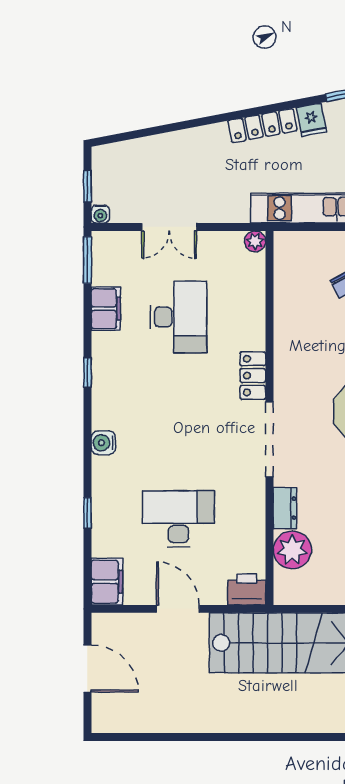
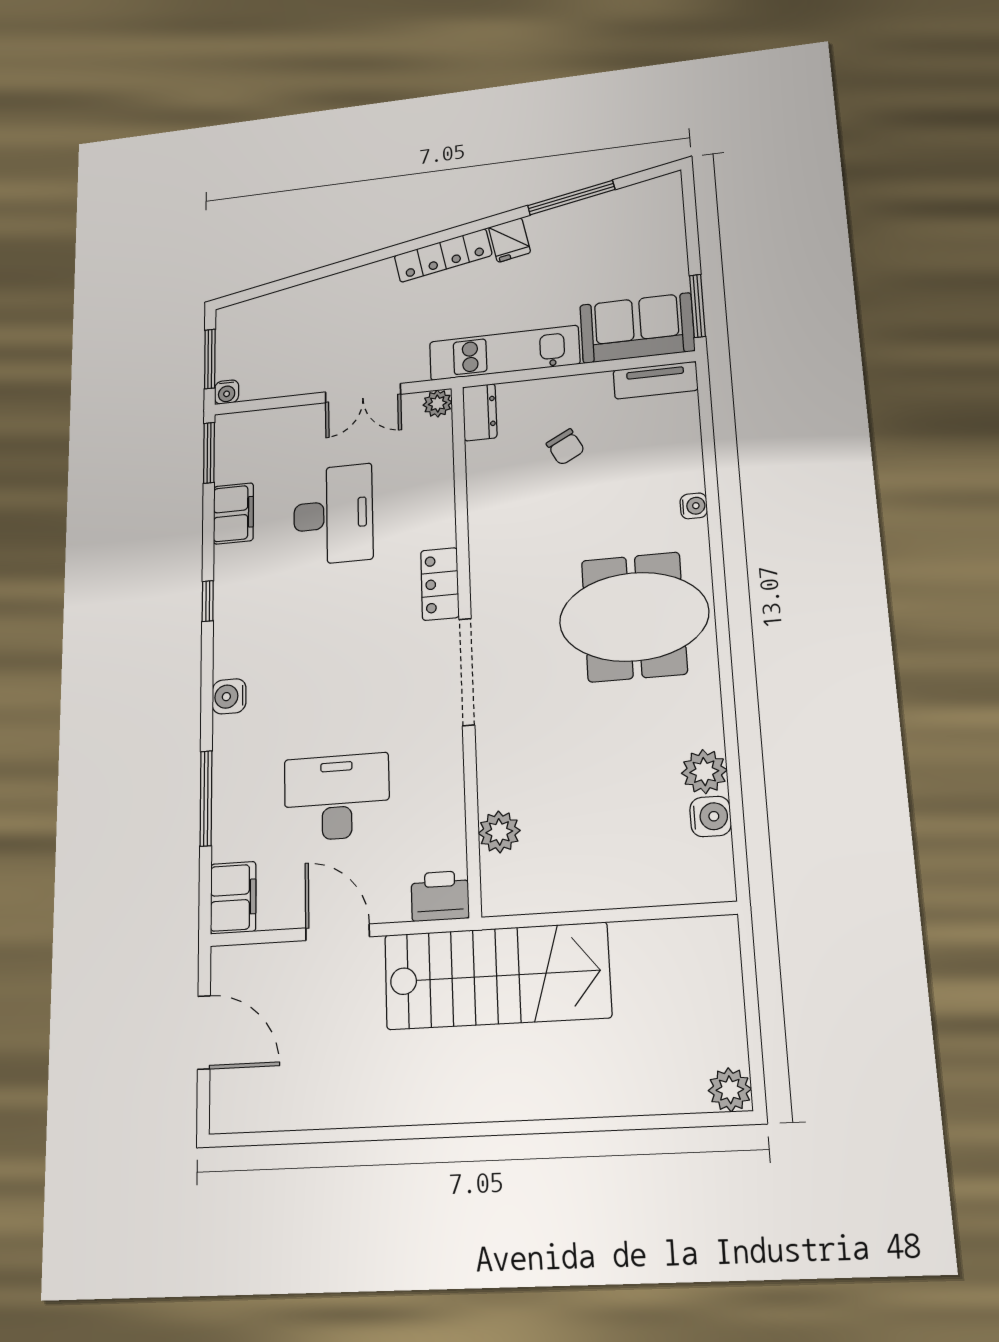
window: (87, 186) -> (210, 359), width x1.50
double door: (169, 227) -> (363, 393), moved
dresser: (285, 508) -> (480, 412), moved
window: (87, 513) -> (206, 798), width x2.17
plant: (292, 550) -> (499, 832), width x0.73, depth x0.73

